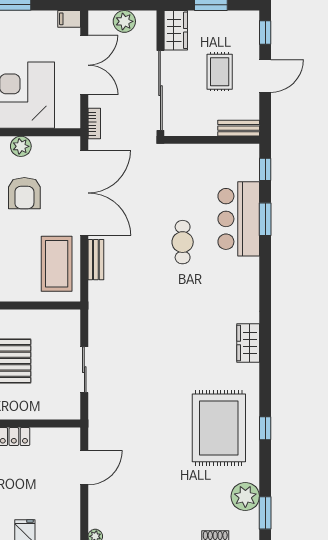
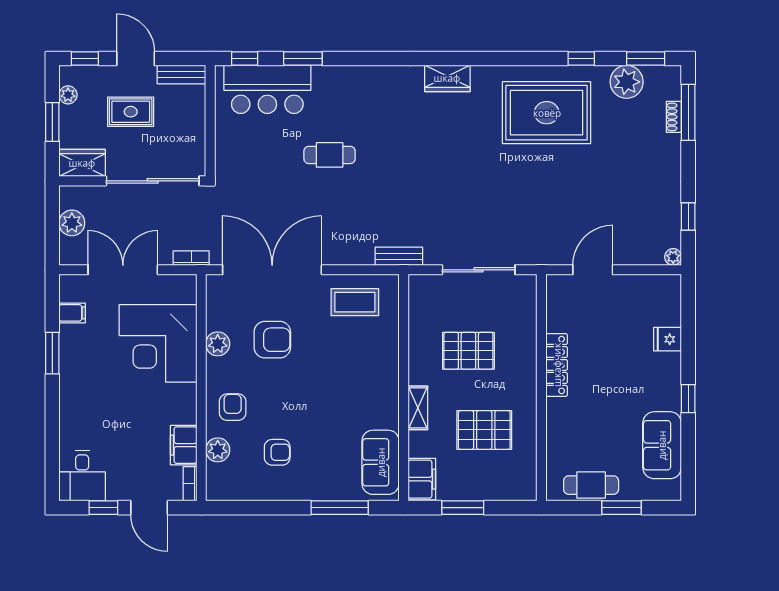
plant: (234, 18) -> (68, 95), added
filing cabinet: (69, 19) -> (72, 313), moved, turned -90
bench: (239, 128) -> (181, 75), moved, turned 90
bar counter: (239, 219) -> (267, 89), moved
bench: (96, 260) -> (399, 256), moved
coffee table: (57, 264) -> (355, 302), width x0.73, depth x0.76
sliding door: (84, 370) -> (479, 270), width x1.37
window: (265, 428) -> (581, 59), moved
door: (84, 468) -> (593, 270), hinge flipped

